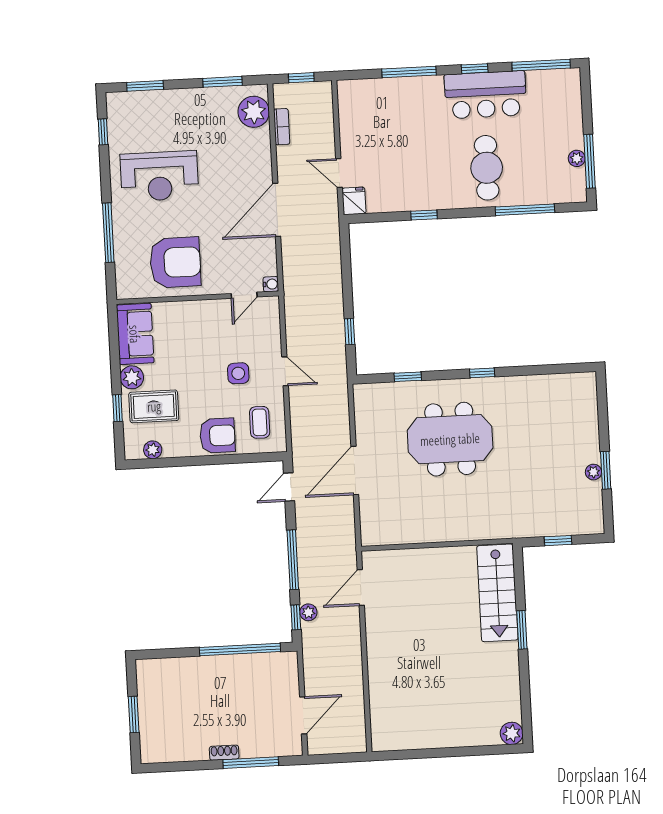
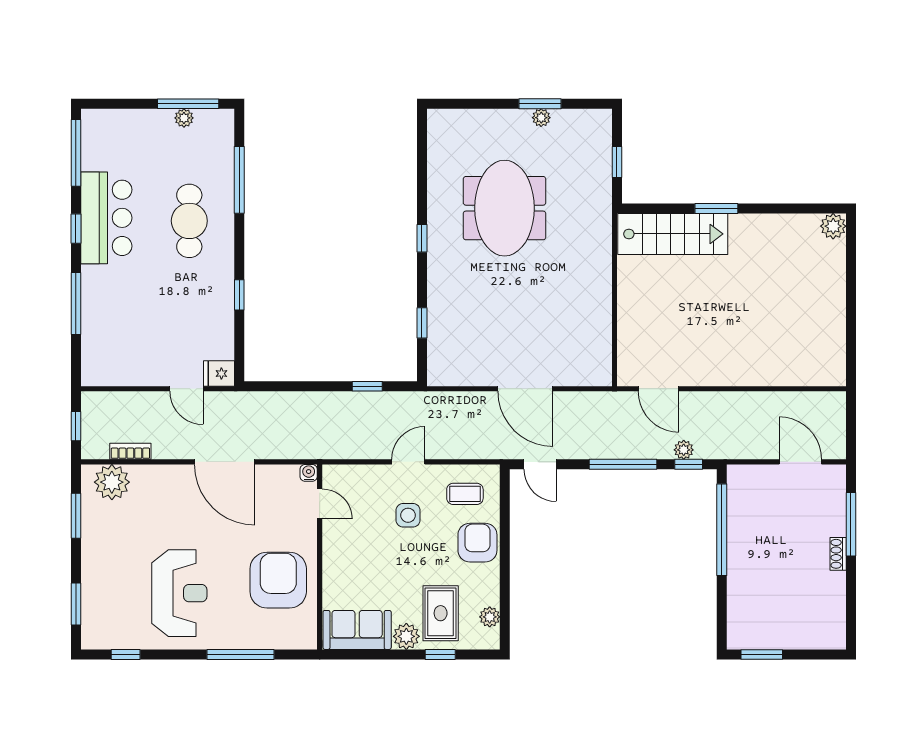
cafe table: (487, 168) -> (189, 221), turned 90
door: (339, 173) -> (186, 389), hinge flipped
meeting table: (450, 439) -> (505, 208), moved
window: (134, 715) -> (762, 654), moved

